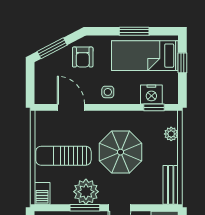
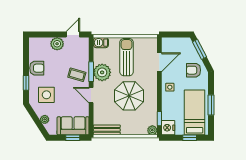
nightstand: (151, 94) -> (168, 128), moved
plant: (171, 134) -> (152, 130), moved

